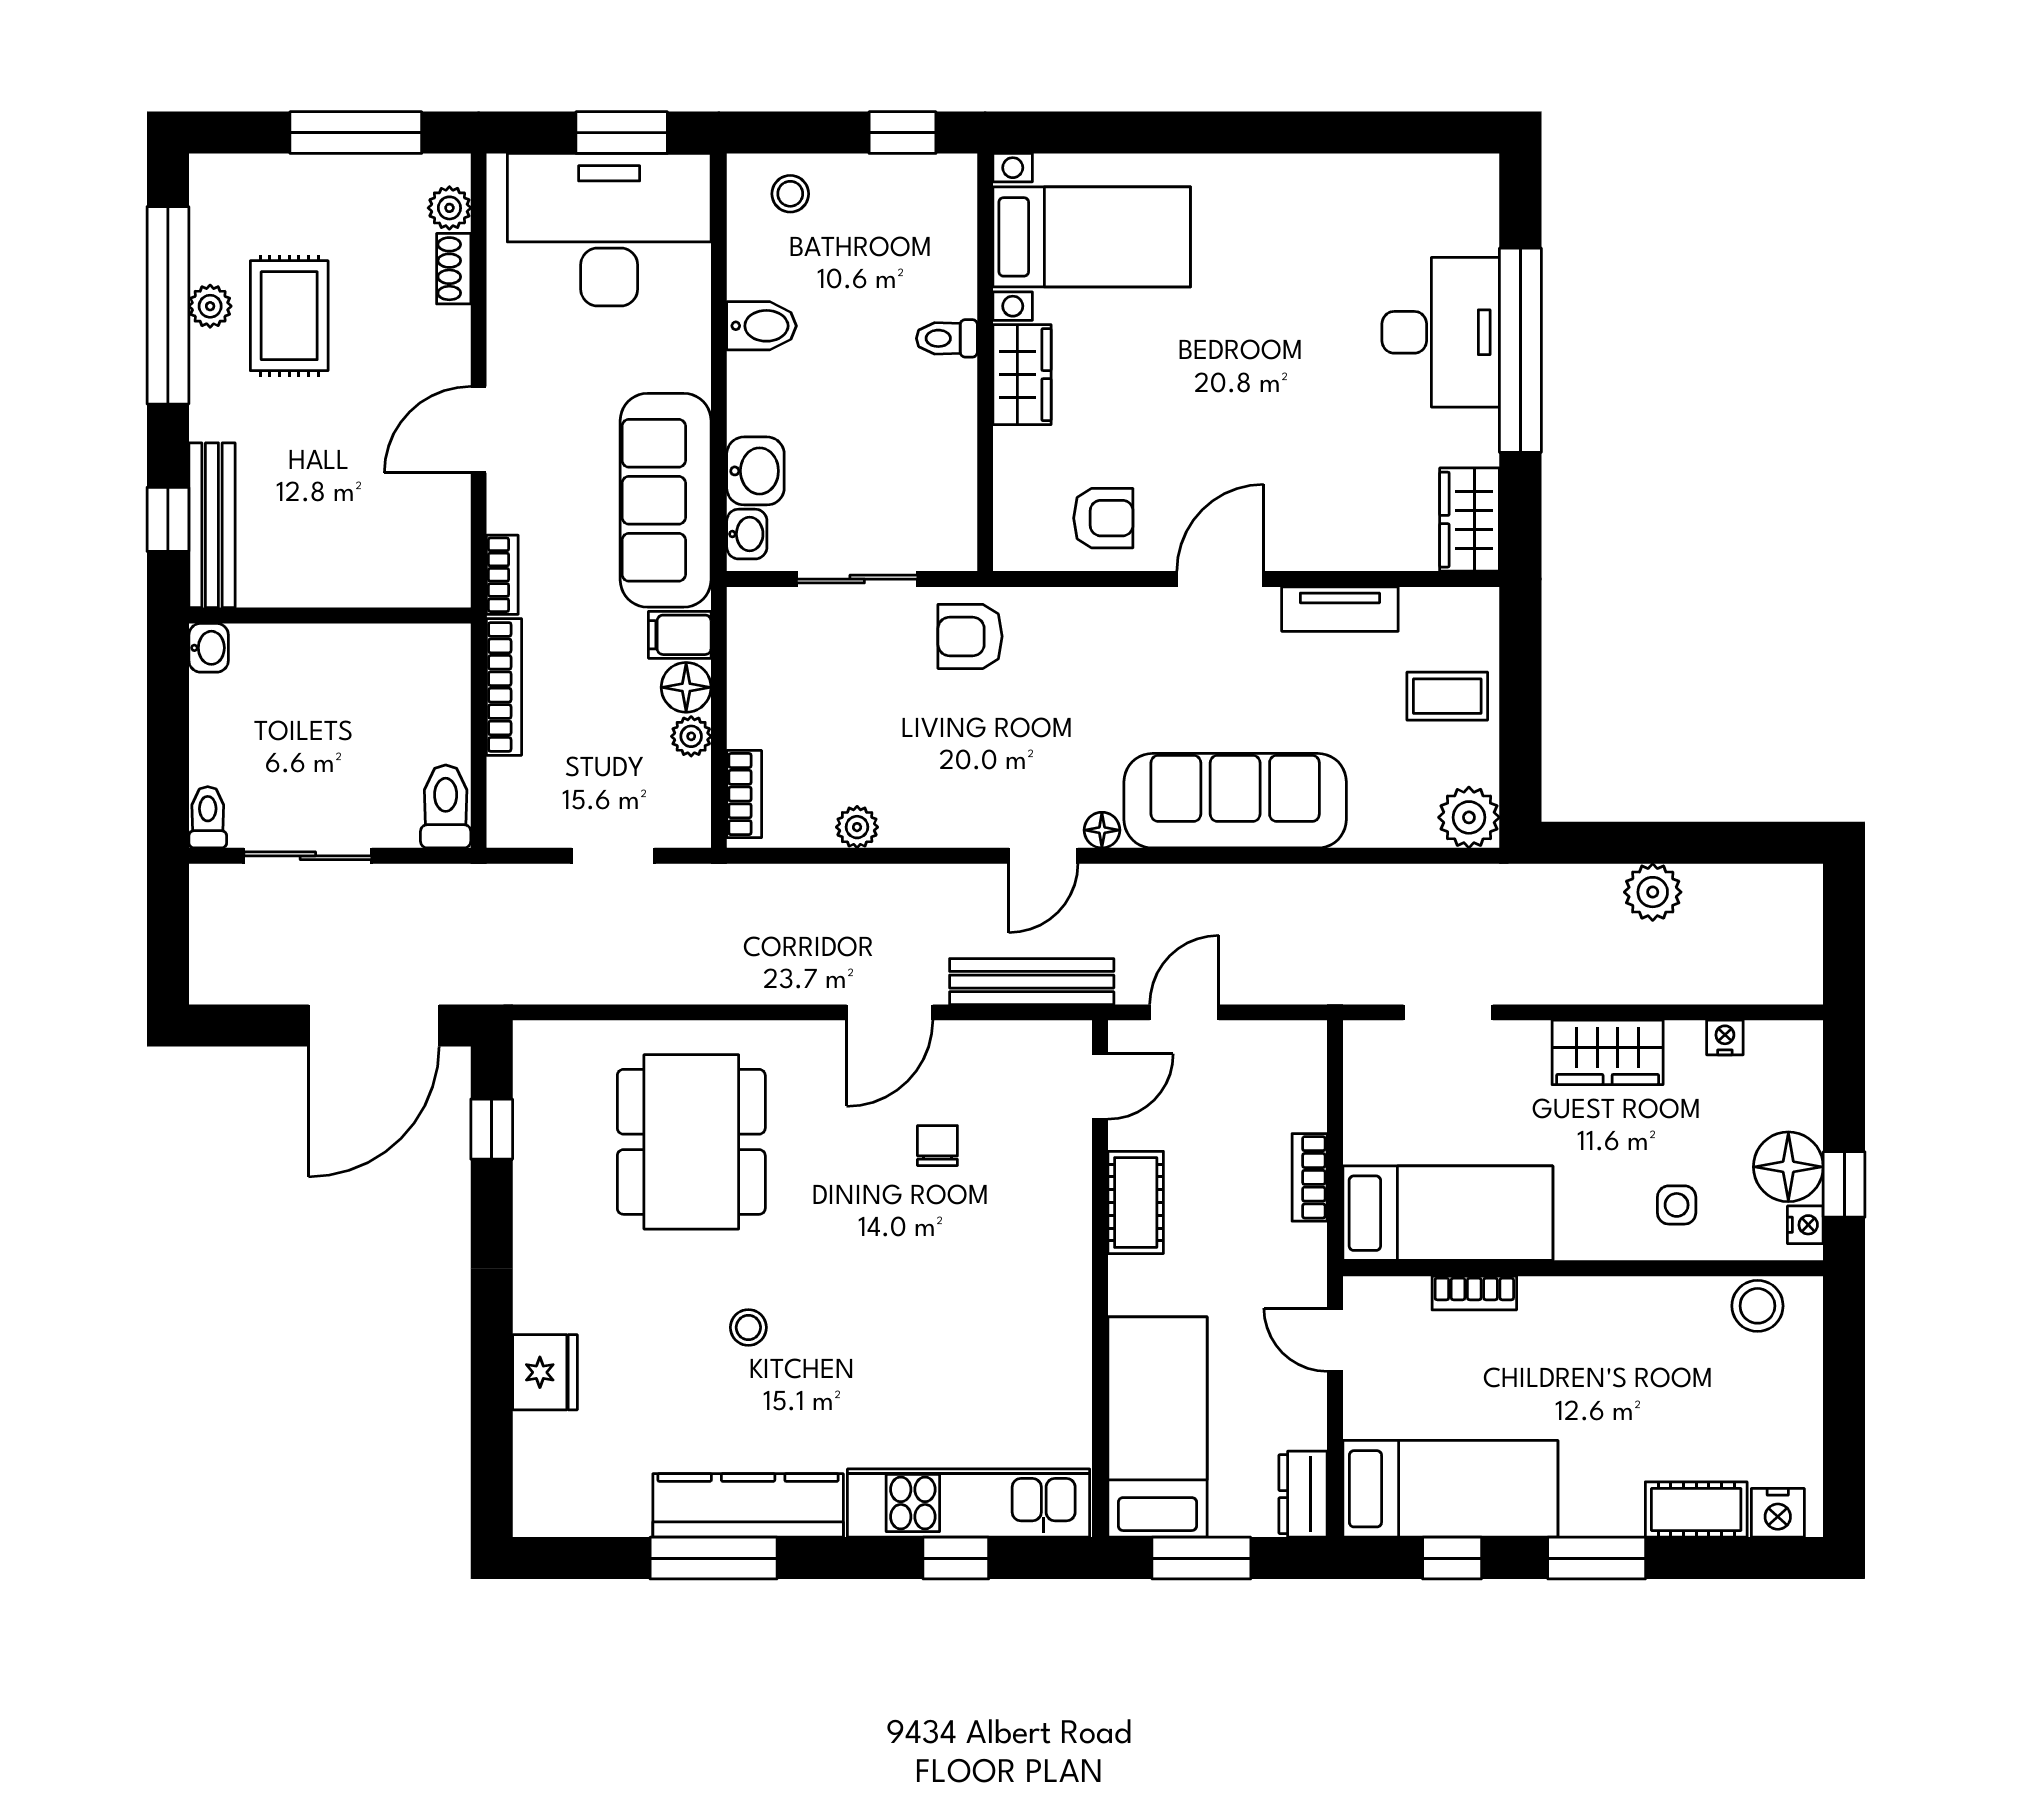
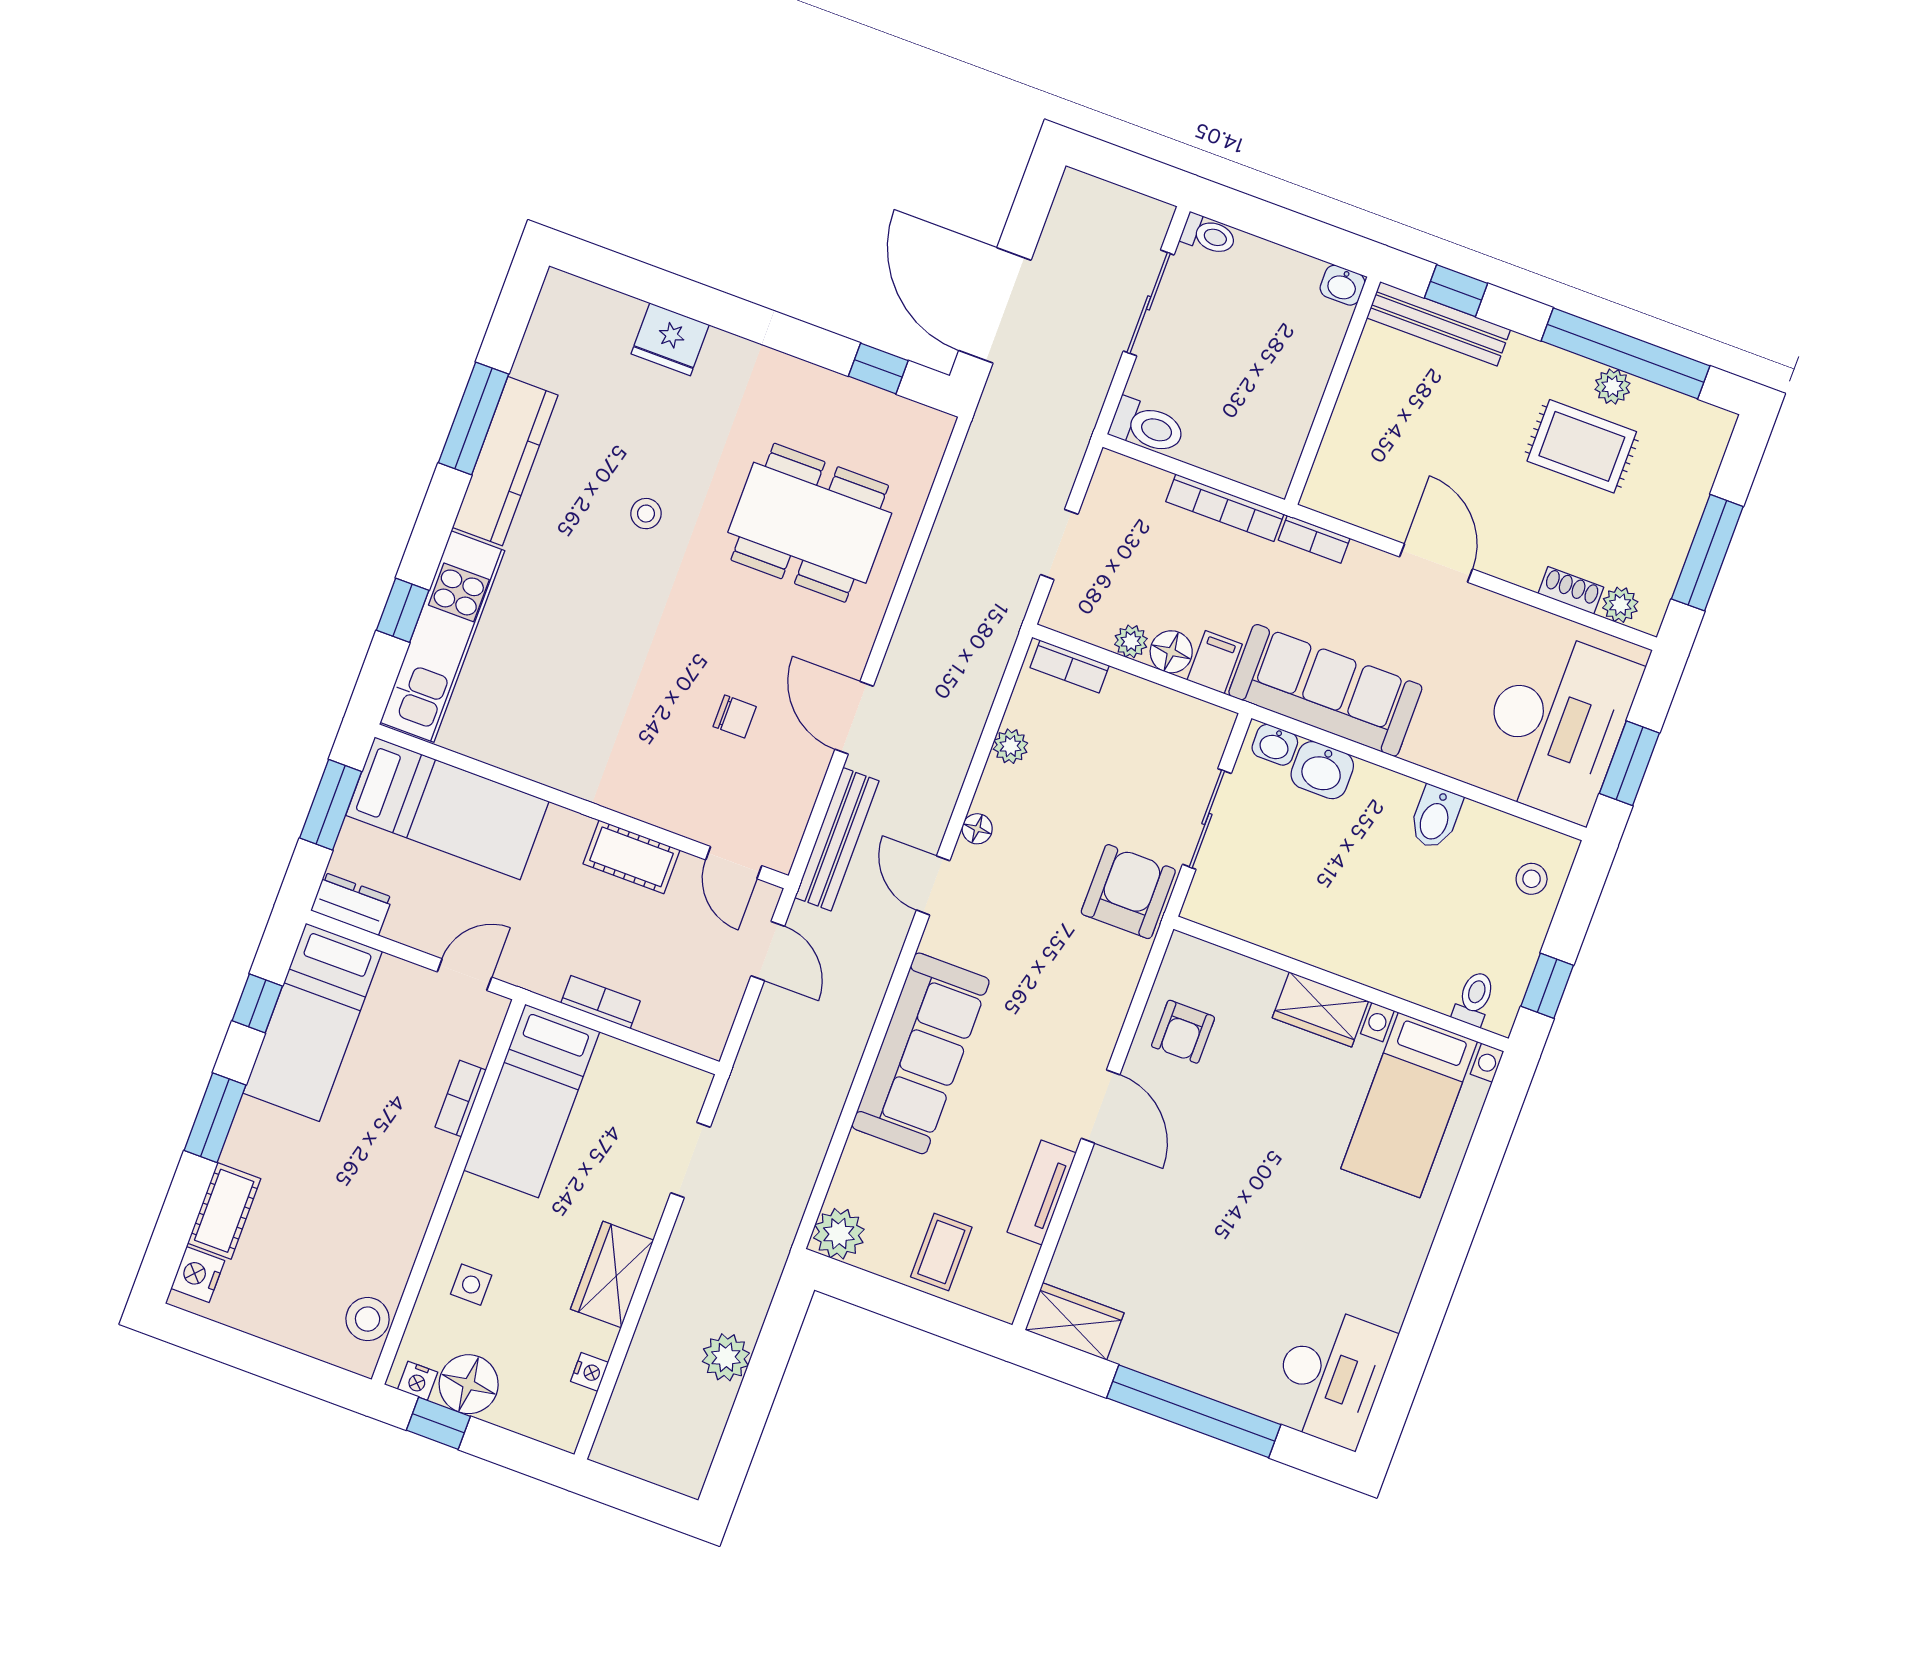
desk: (1441, 332) -> (1331, 1376), moved, turned -90
toilet: (947, 338) -> (1474, 999), moved
armchair: (970, 636) -> (1128, 892), width x1.38, depth x1.38
floor lamp: (1102, 830) -> (977, 829), moved

